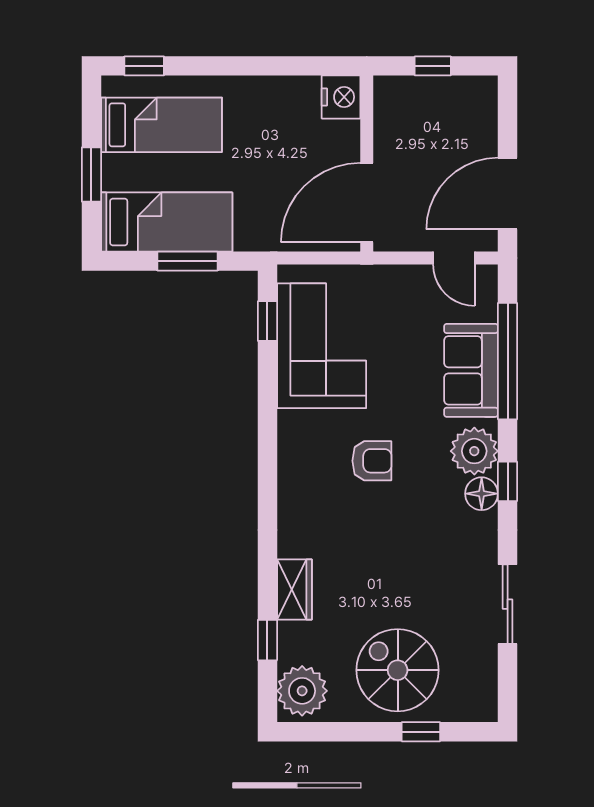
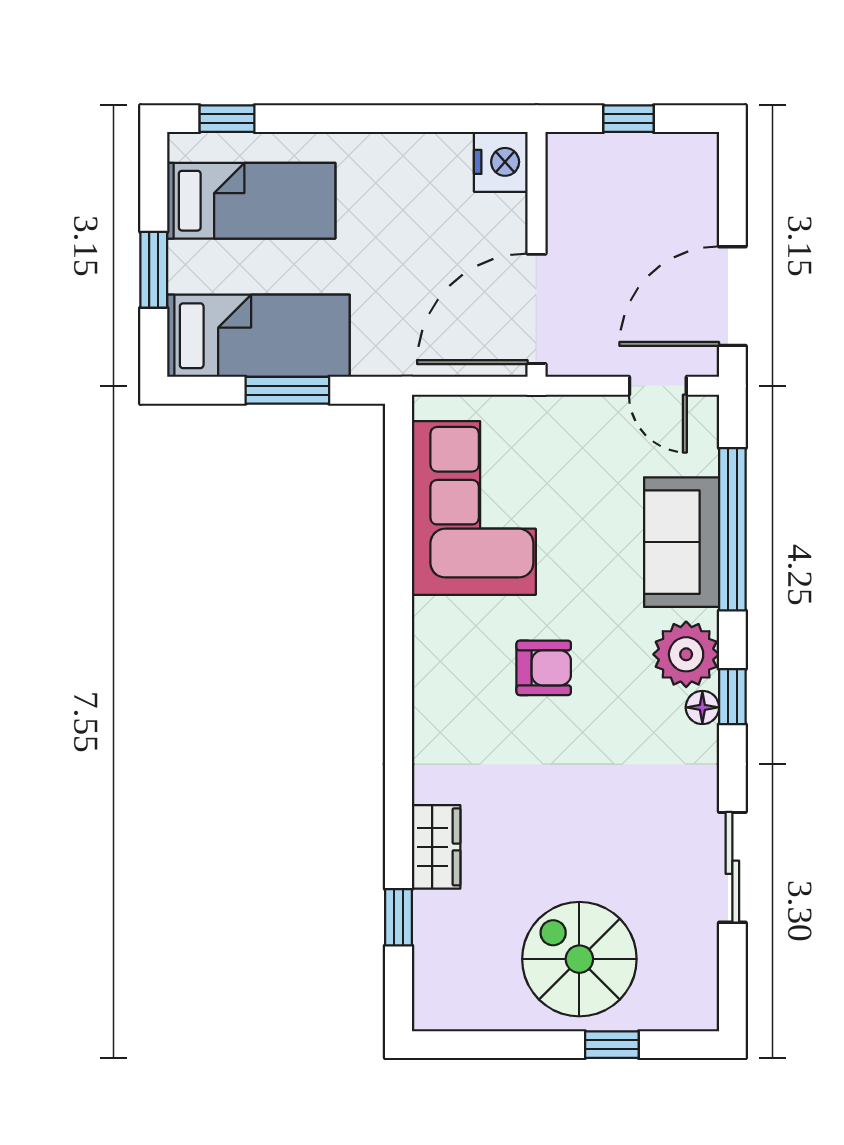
window: (267, 321) -> (398, 474), removed
floor lamp: (482, 494) -> (702, 707), width x0.73, depth x0.73
plant: (302, 691) -> (447, 988), removed

